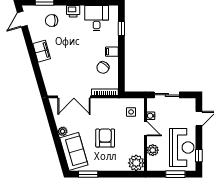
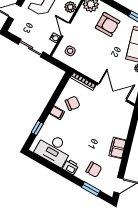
desk: (97, 18) -> (54, 149), width x1.37
armchair: (105, 138) -> (108, 24), moved, turned -90

